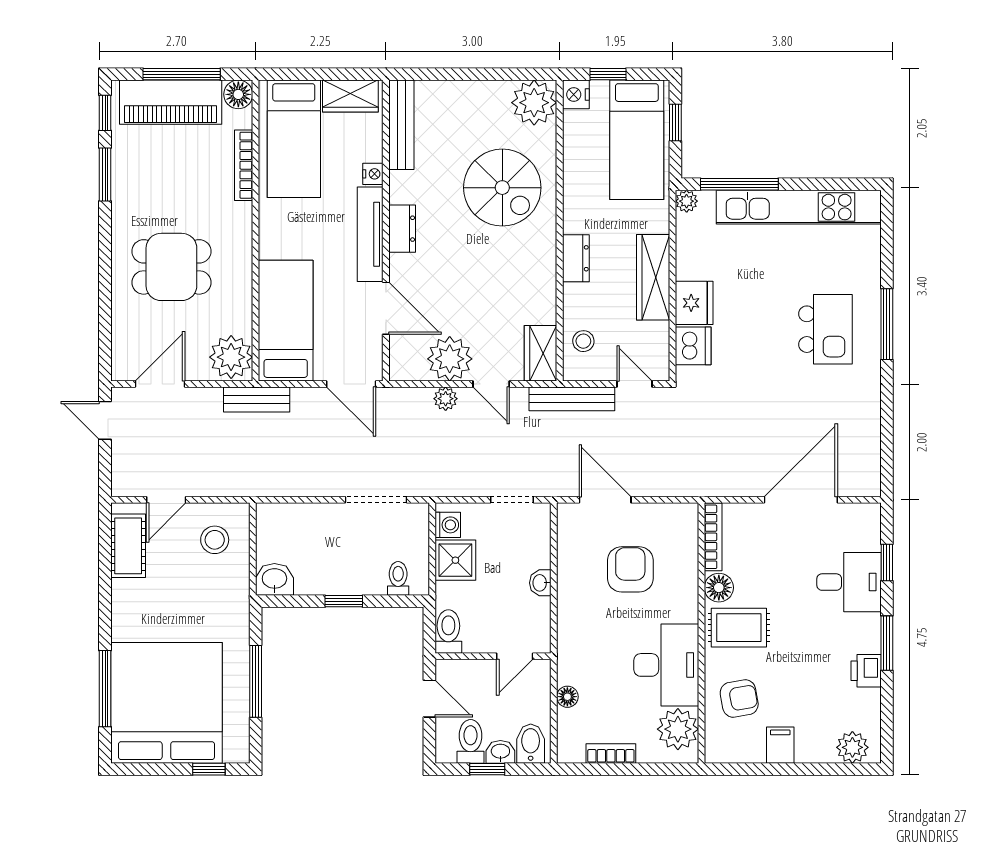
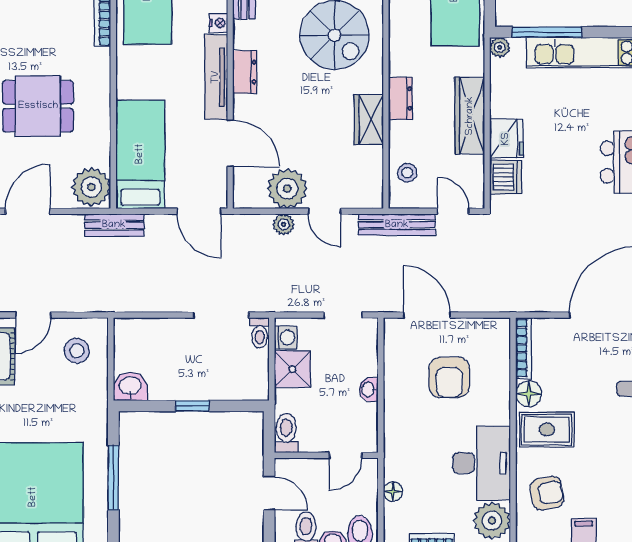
wardrobe: (541, 353) -> (369, 120), moved
armchair: (630, 569) -> (449, 377), turned 180
toilet: (398, 578) -> (260, 333), moved, turned 180

